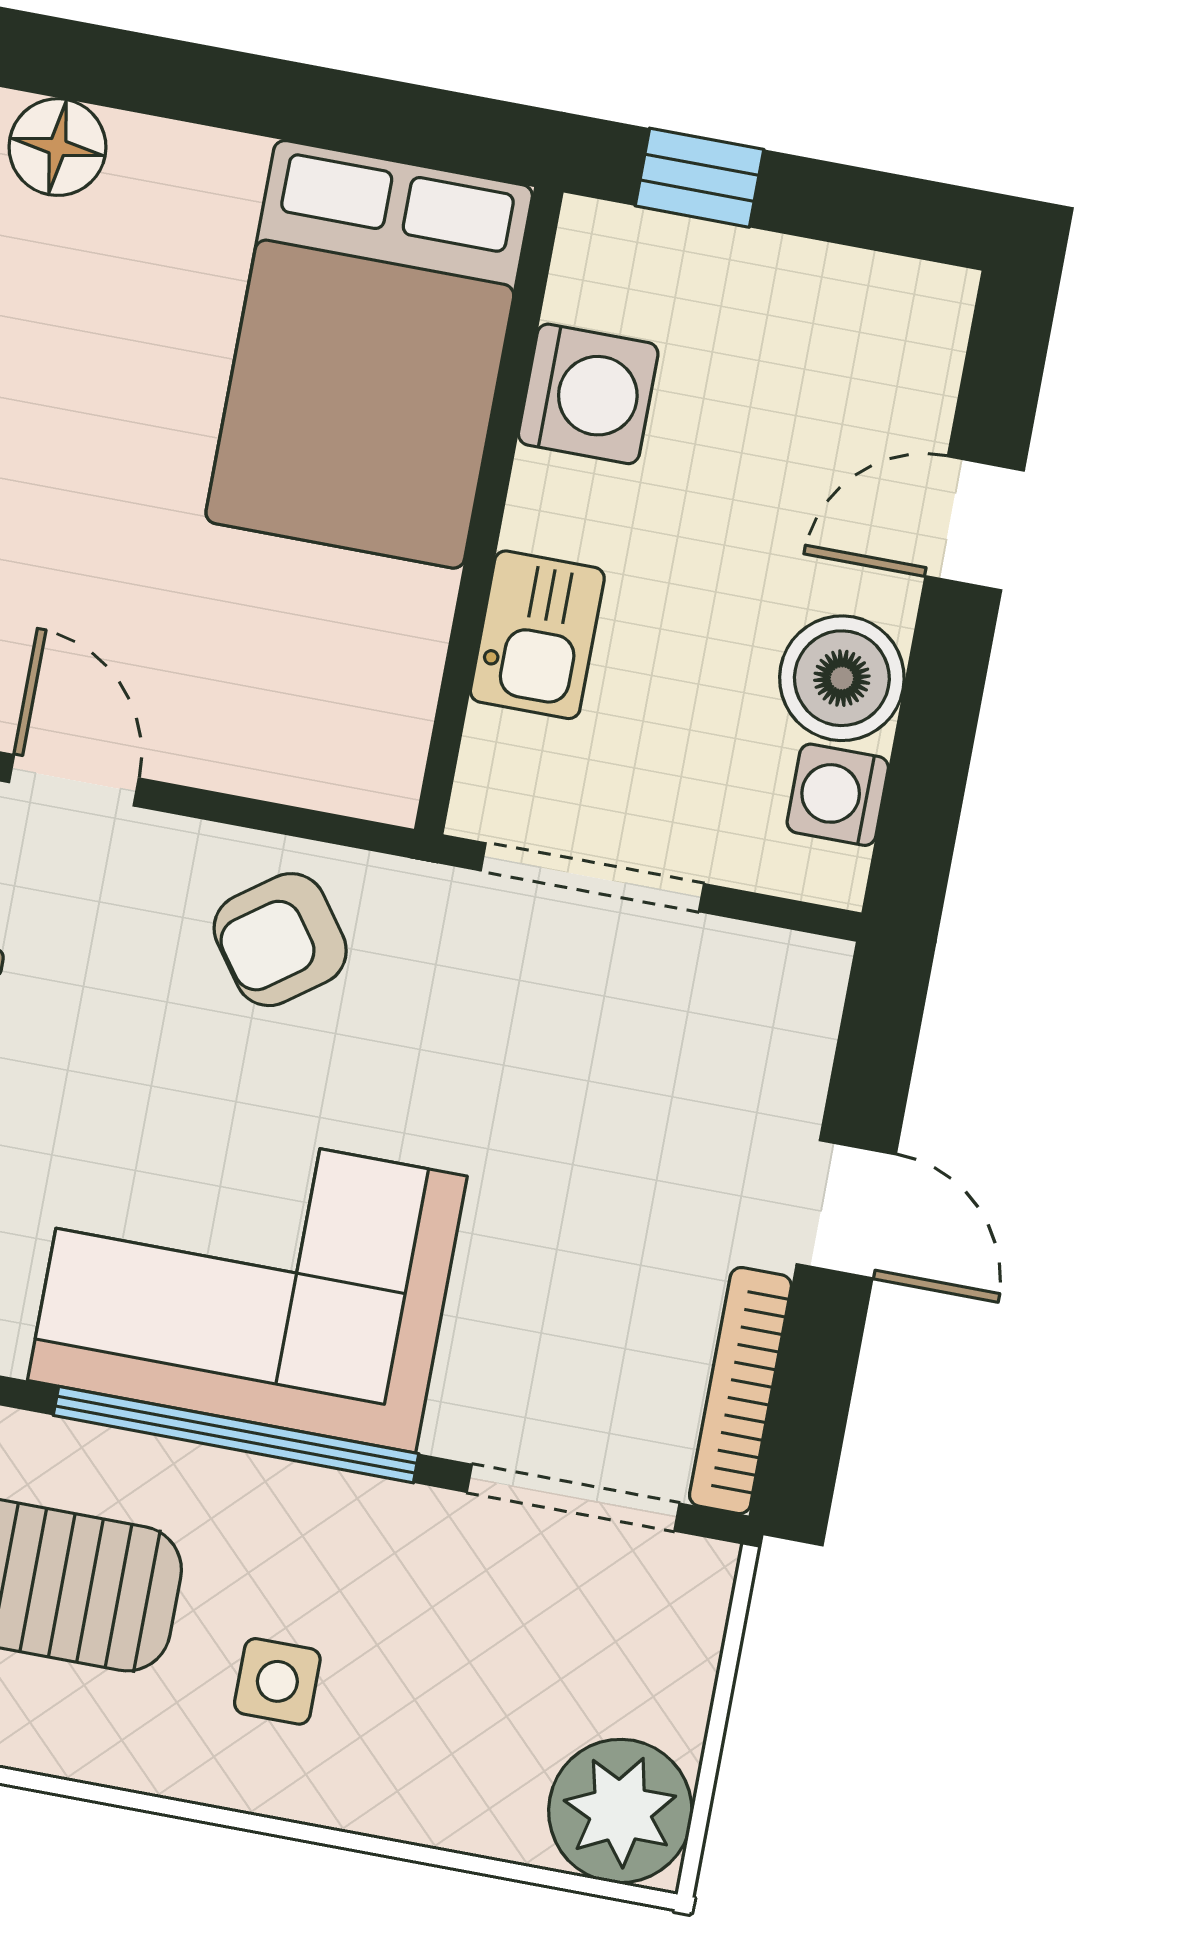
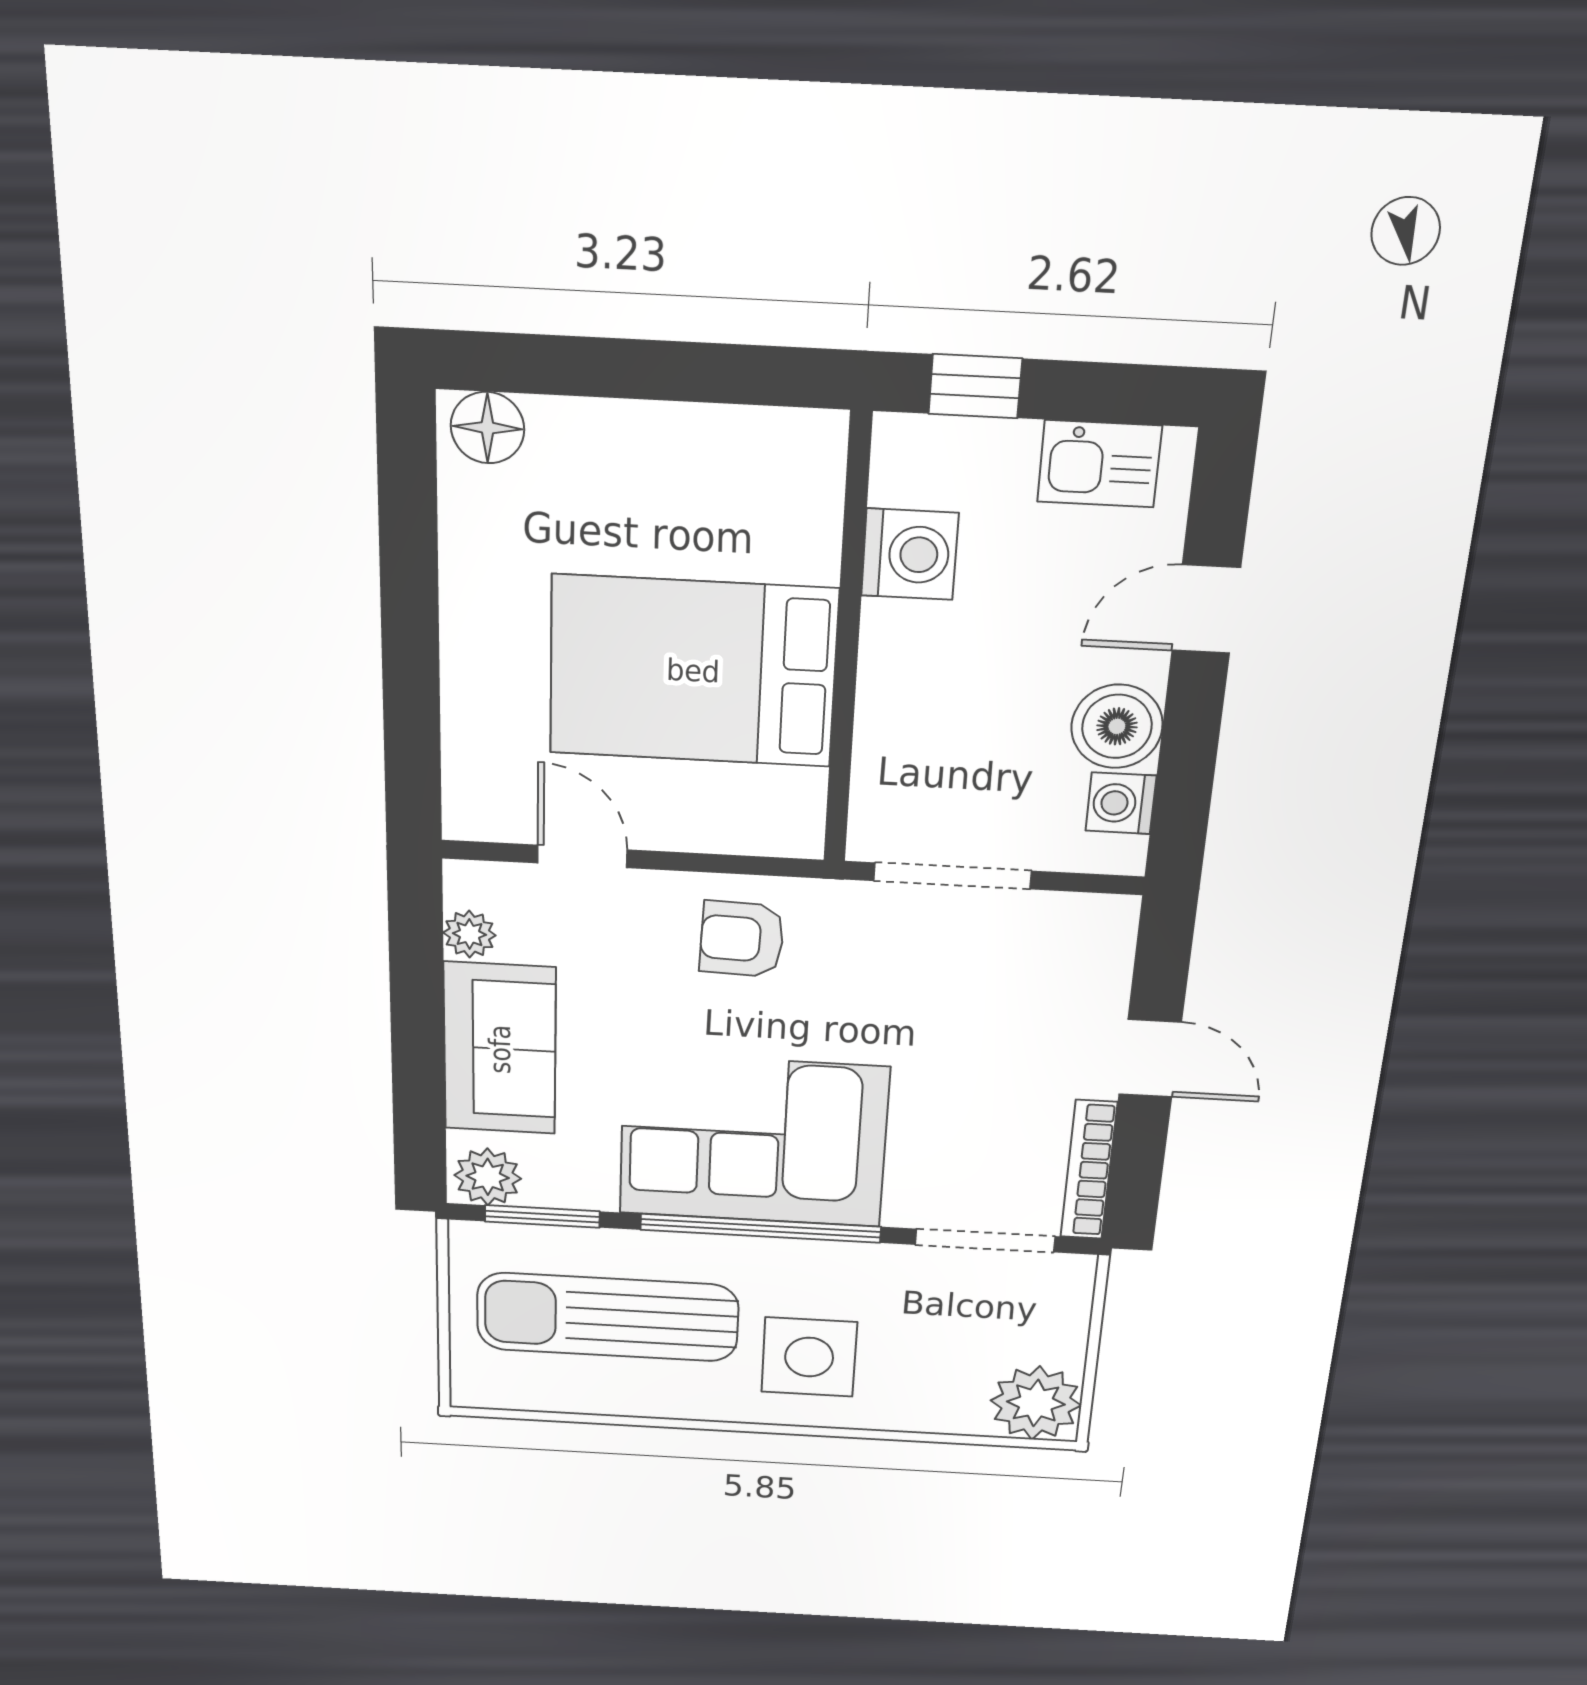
bed: (369, 354) -> (693, 671), moved, turned 90
kitchen sink: (537, 635) -> (1099, 464), moved, turned 90
armchair: (280, 940) -> (742, 939), turned 38
side table: (277, 1681) -> (809, 1357), width x1.87, depth x1.87

